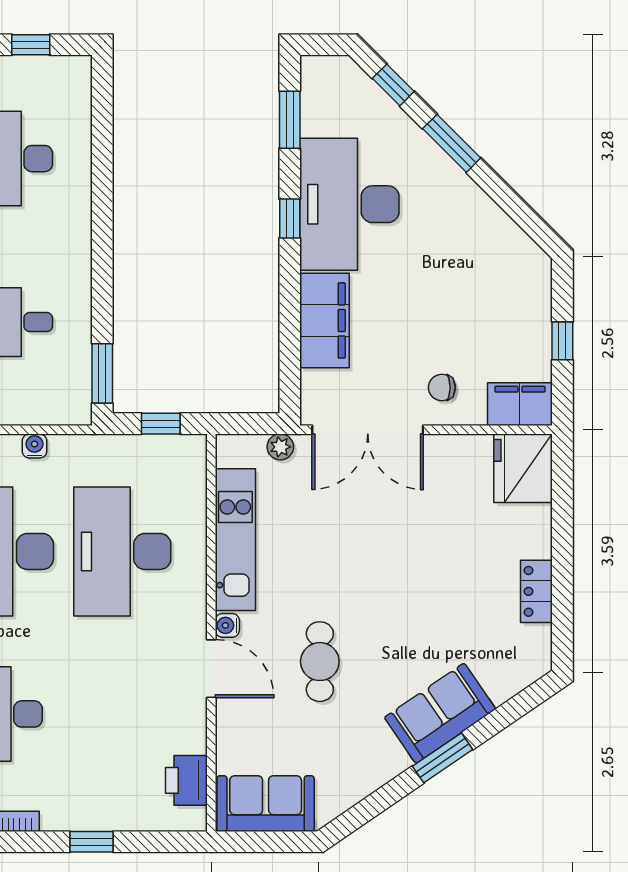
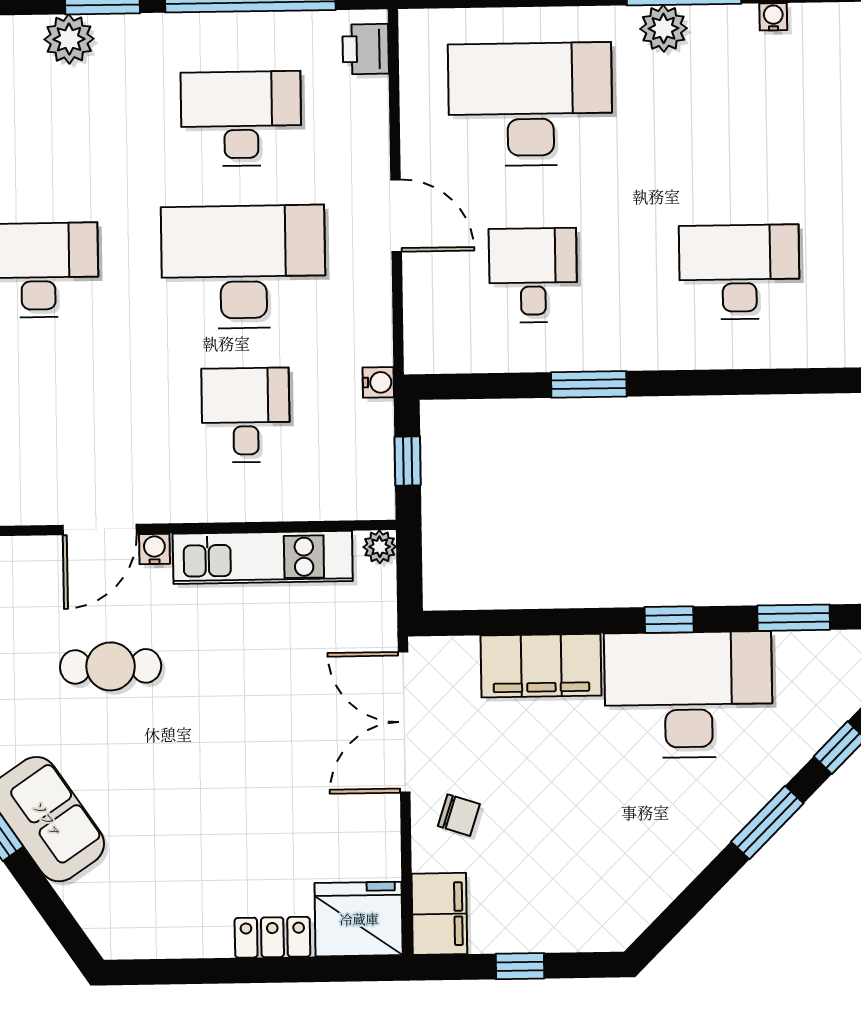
window: (102, 373) -> (589, 384), moved
chair: (442, 388) -> (459, 815), turned 108
water cooler: (34, 446) -> (378, 382), moved
plant: (280, 447) -> (380, 547), moved
desk: (122, 551) -> (246, 415), width x0.53, depth x0.77
locker: (536, 591) -> (272, 937), moved

